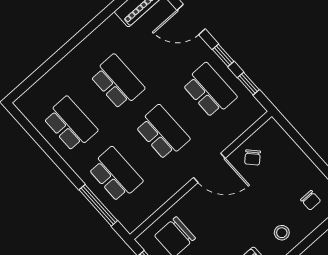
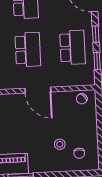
chair: (253, 157) -> (82, 99), moved
stool: (282, 233) -> (60, 144), moved

